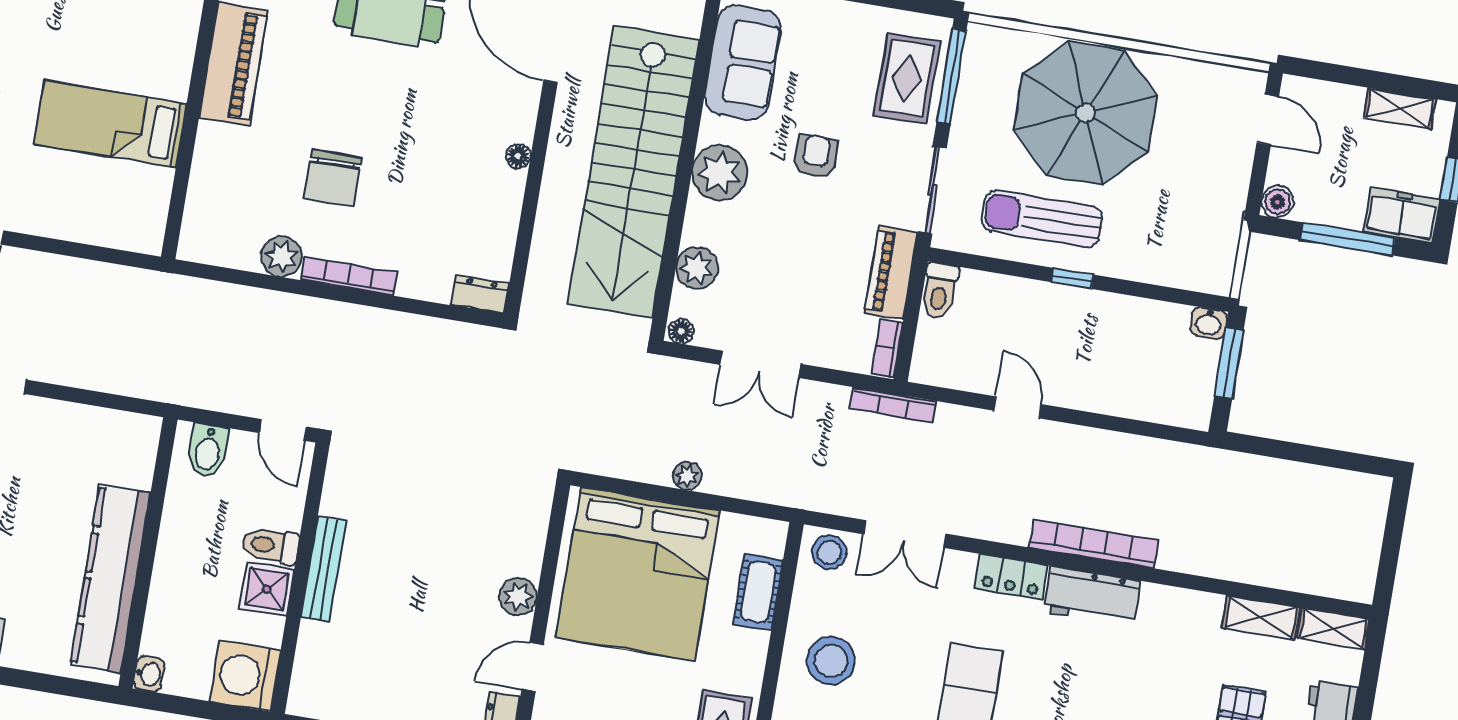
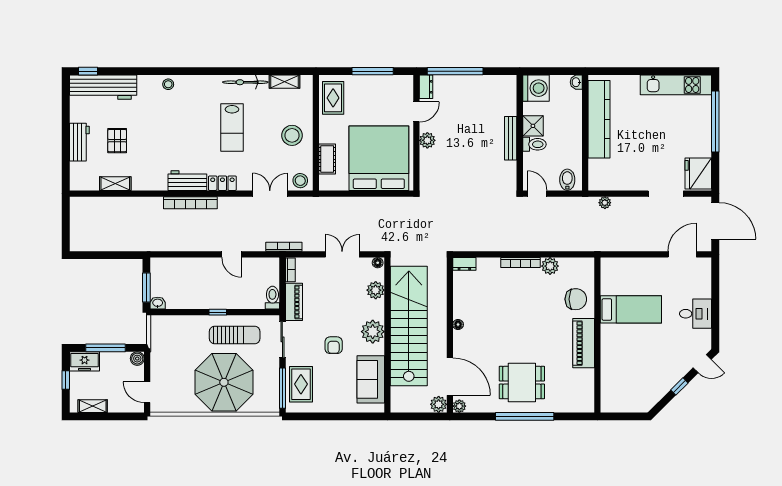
chair: (333, 178) -> (576, 299), moved, turned 90
plant: (687, 476) -> (605, 203), moved
shelving: (1334, 629) -> (84, 184), removed

